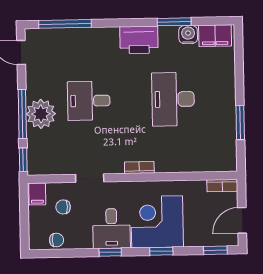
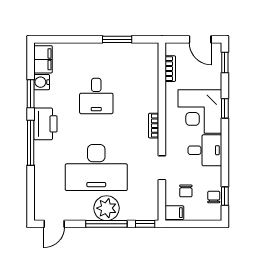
window: (65, 24) -> (31, 143), moved
desk: (173, 99) -> (96, 96), width x0.73
desk: (89, 101) -> (96, 167), width x1.87, depth x1.30
bookcase: (222, 186) -> (170, 69), moved
window: (110, 252) -> (225, 196), moved

